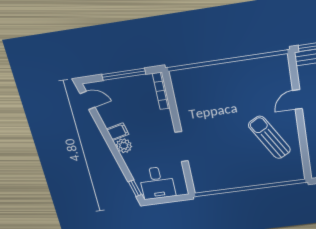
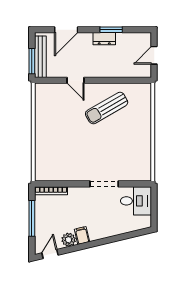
plant: (124, 146) -> (69, 240), moved
desk: (157, 183) -> (136, 201), moved
window: (135, 188) -> (138, 233), removed

